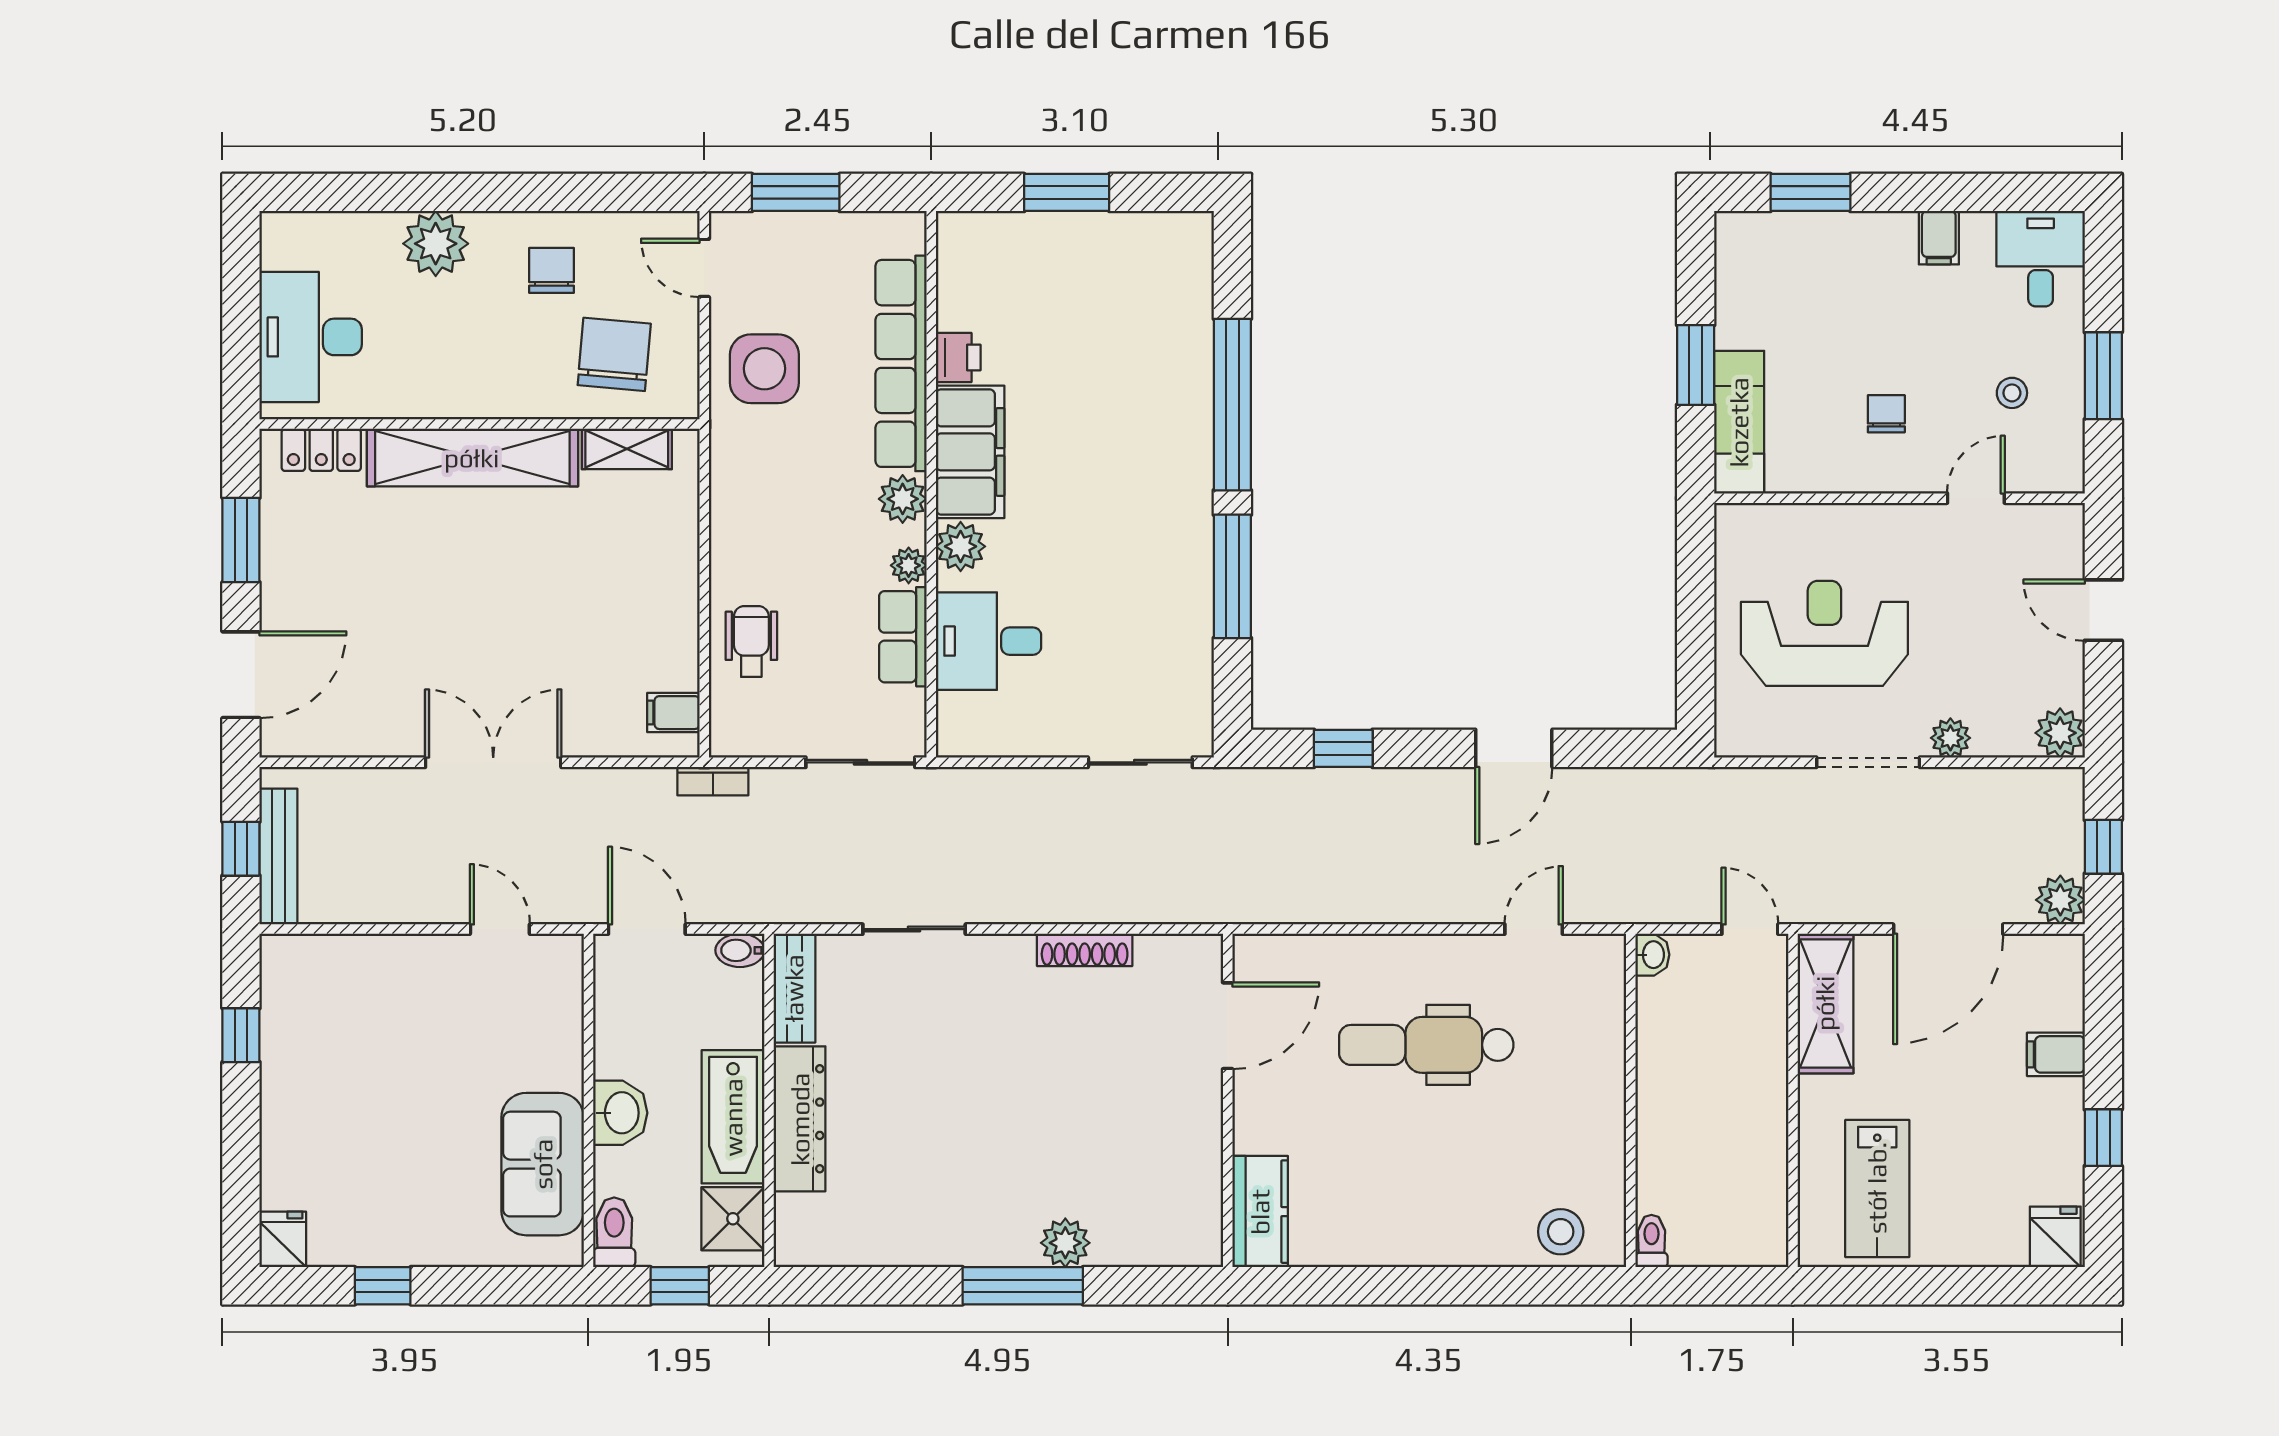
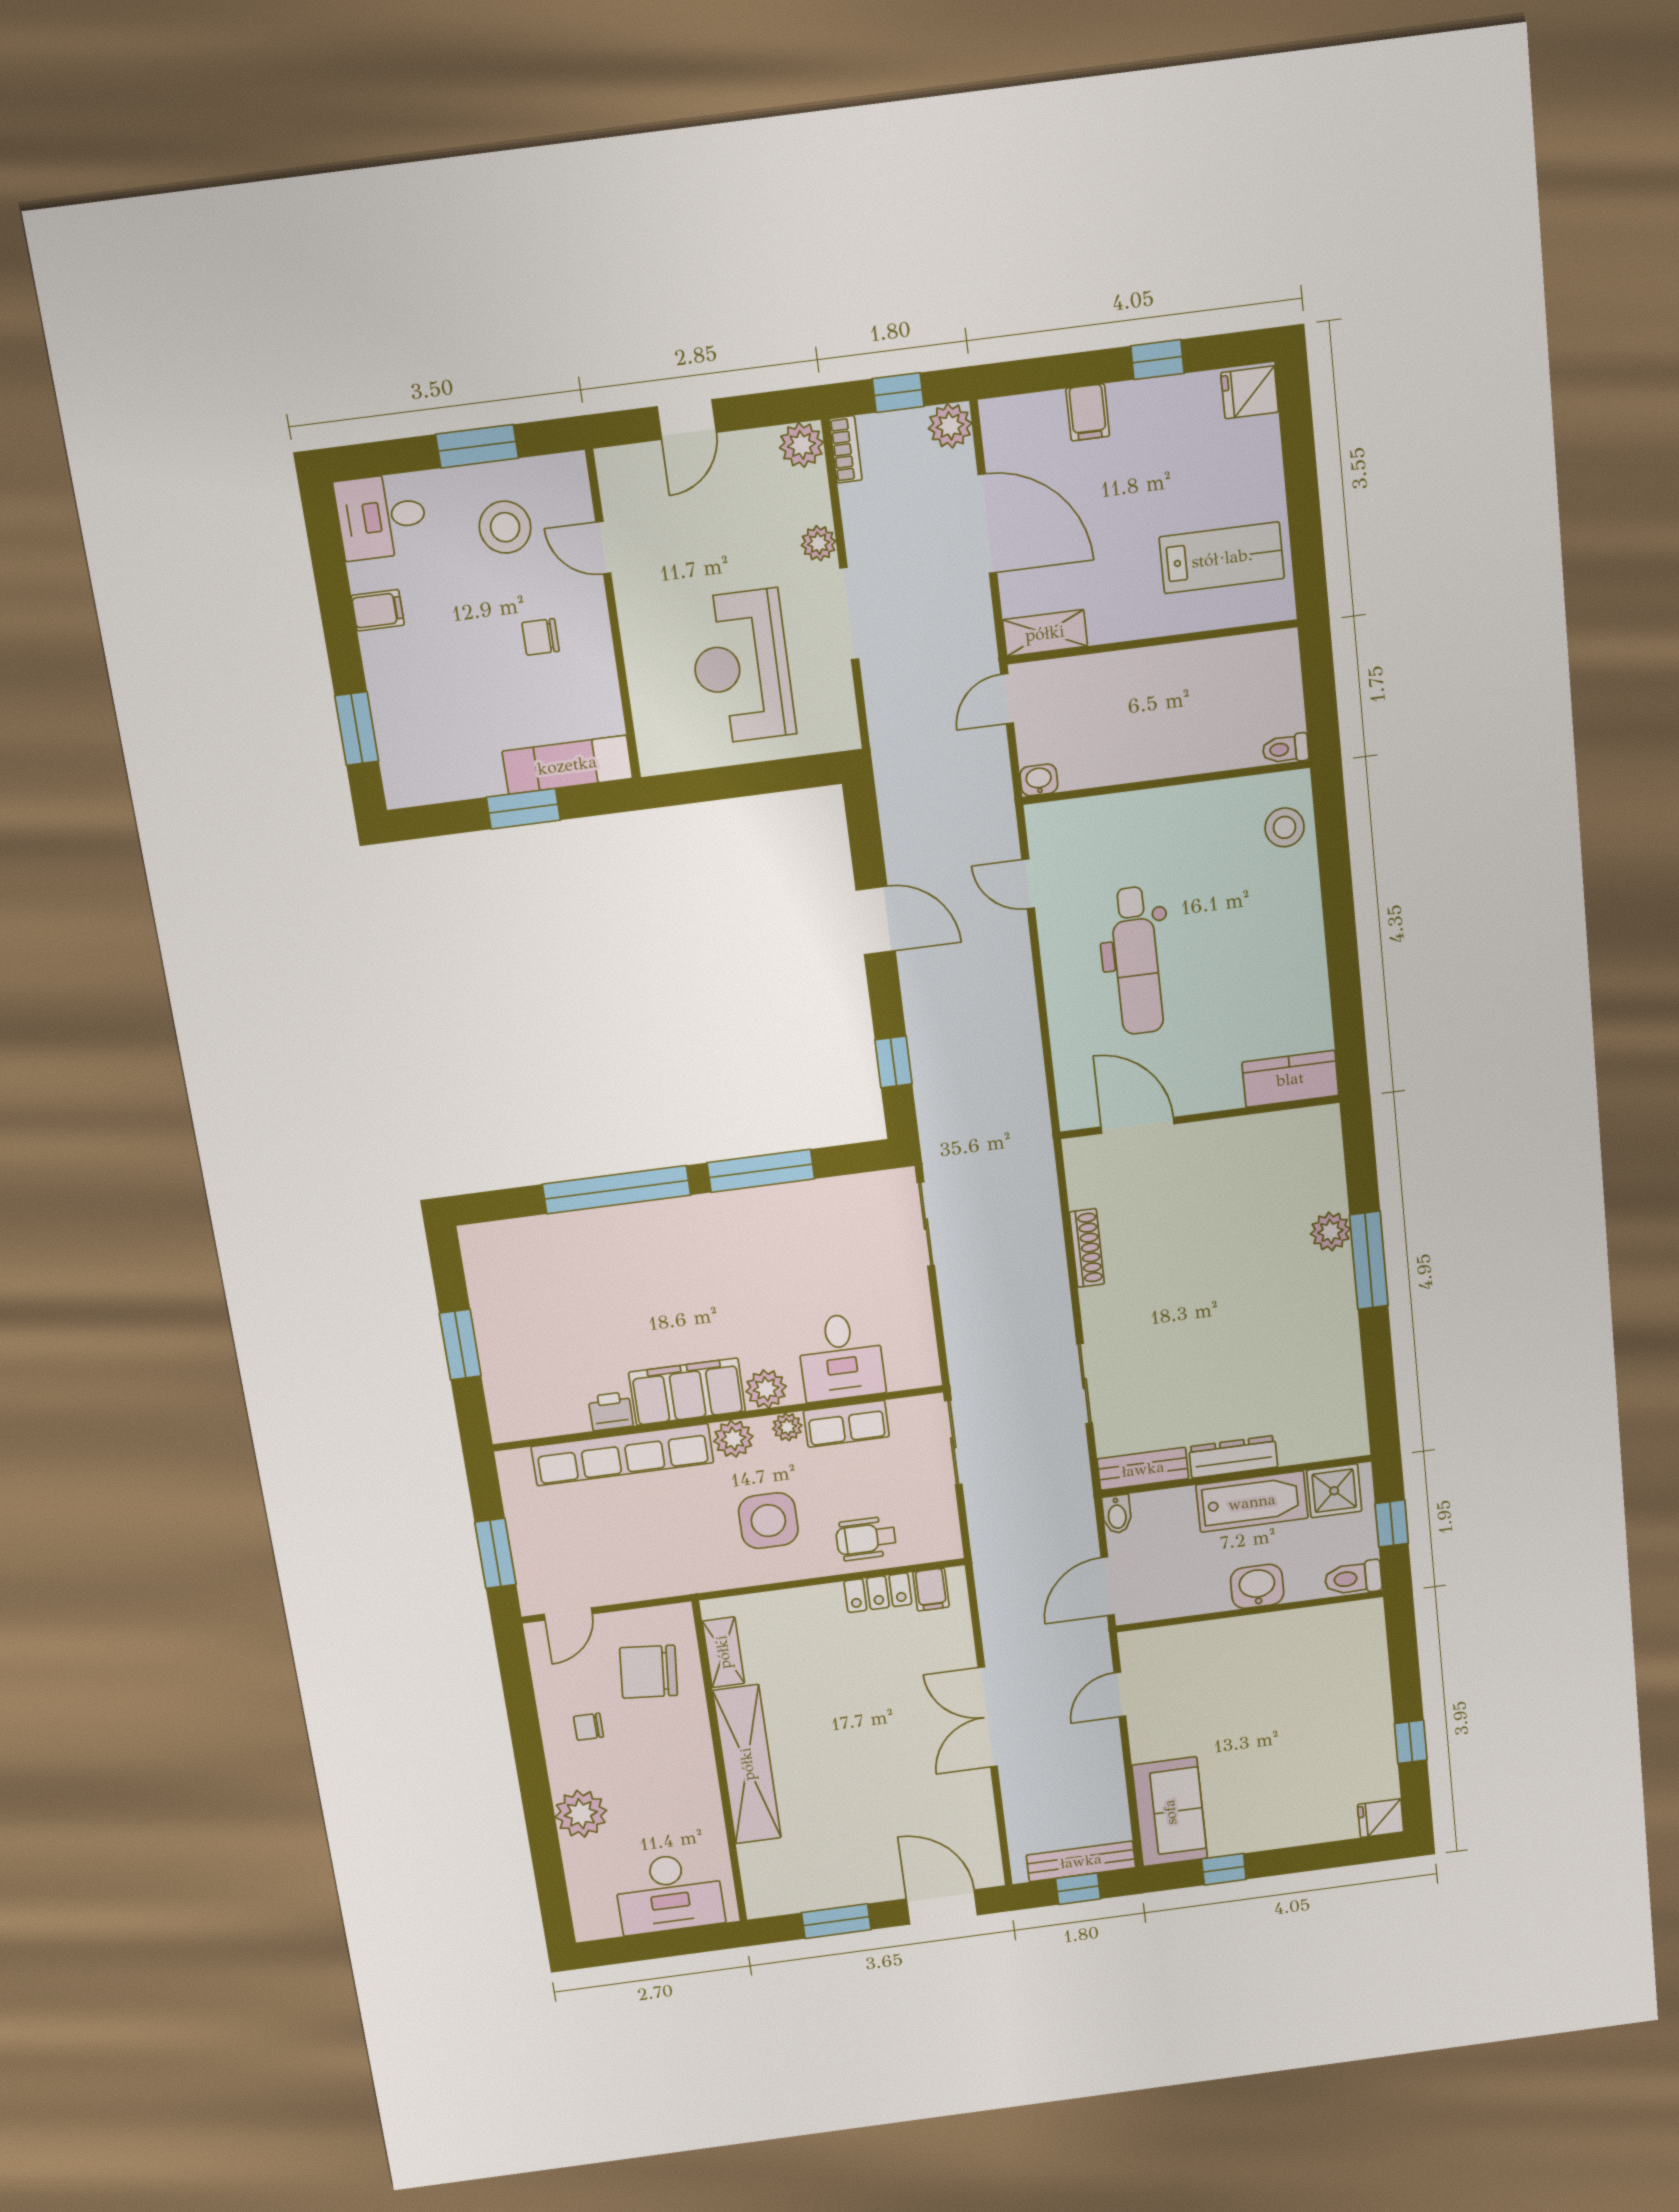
chair: (552, 270) -> (589, 1727), width x0.73, depth x0.73
side table: (764, 369) -> (768, 1521), moved
stool: (2012, 393) -> (505, 527), width x1.89, depth x1.89
locker: (321, 450) -> (878, 1593), moved, turned 90
bookcase: (713, 781) -> (846, 449), moved
shelving: (1825, 1003) -> (1045, 633), width x0.67, depth x0.75
dresser: (800, 1119) -> (1233, 1457), width x0.73, depth x0.80
sofa: (543, 1164) -> (1170, 1812), moved, turned -90

